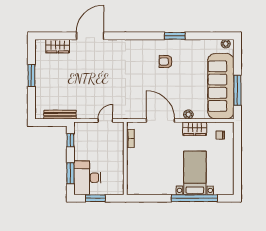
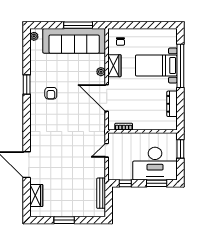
door: (105, 120) -> (107, 150), hinge flipped
door: (160, 120) -> (107, 98), hinge flipped
desk: (87, 178) -> (155, 164), width x1.36, depth x1.30
dresser: (154, 190) -> (172, 104), added
window: (95, 198) -> (180, 149), moved

